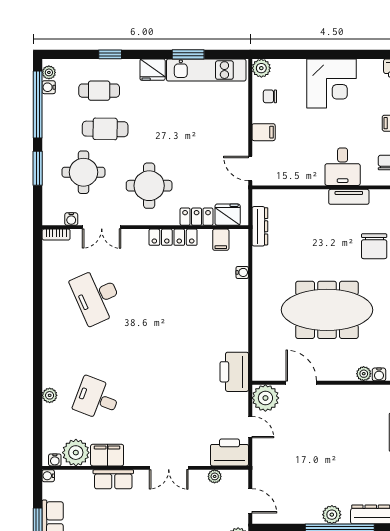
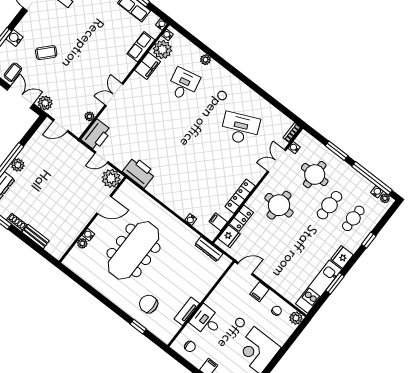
water cooler: (379, 374) -> (88, 235), moved
desk: (97, 399) -> (183, 84), turned -33
row of seats: (113, 479) -> (141, 47), moved

